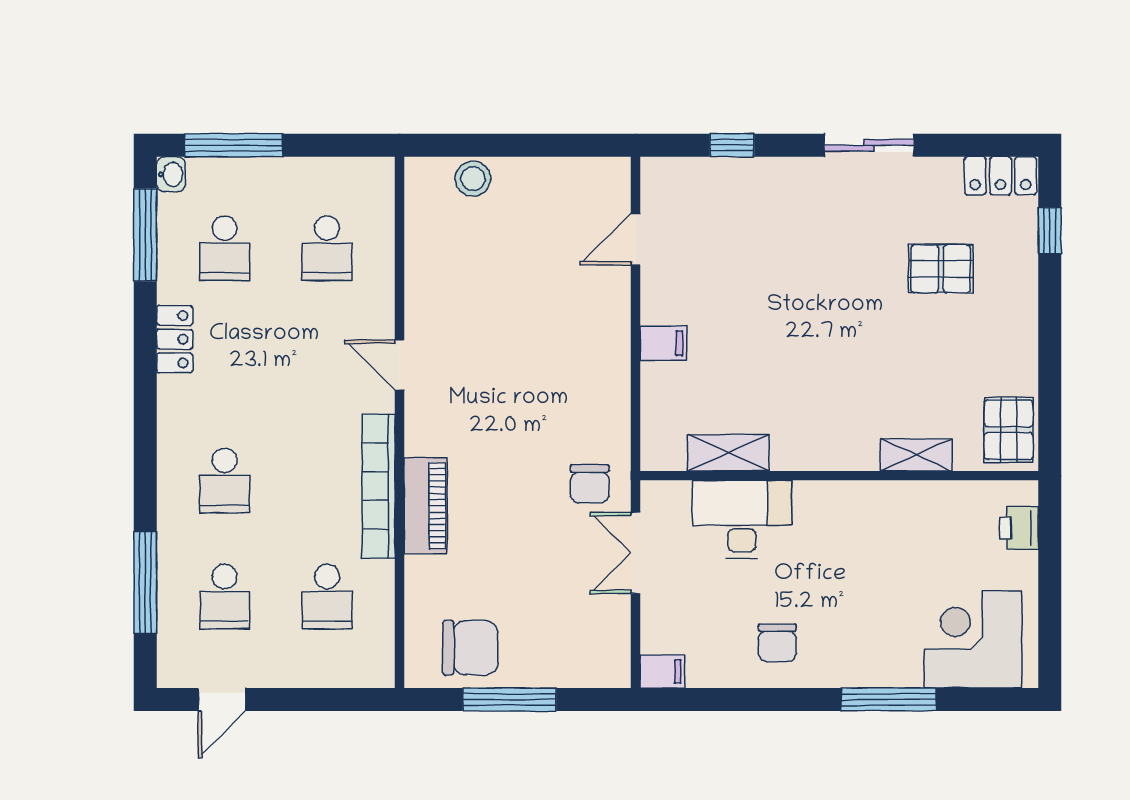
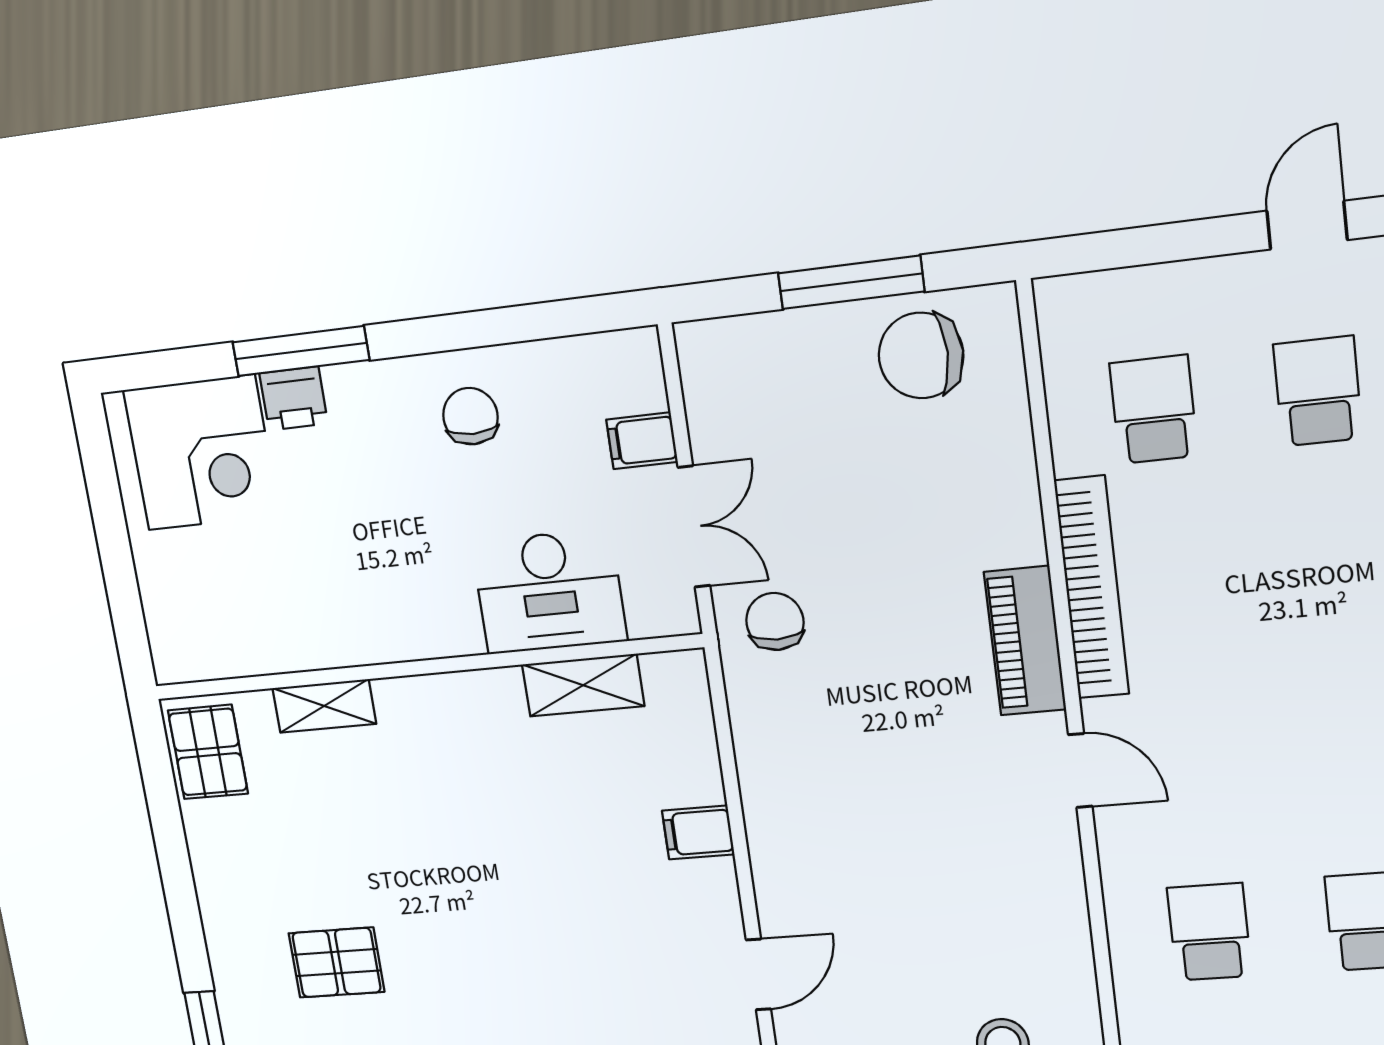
school desk: (225, 480) -> (1335, 573), removed
piano: (426, 506) -> (1025, 641), moved
printer: (1019, 528) -> (294, 398), moved, turned 90
filing cabinet: (662, 671) -> (642, 441), moved

